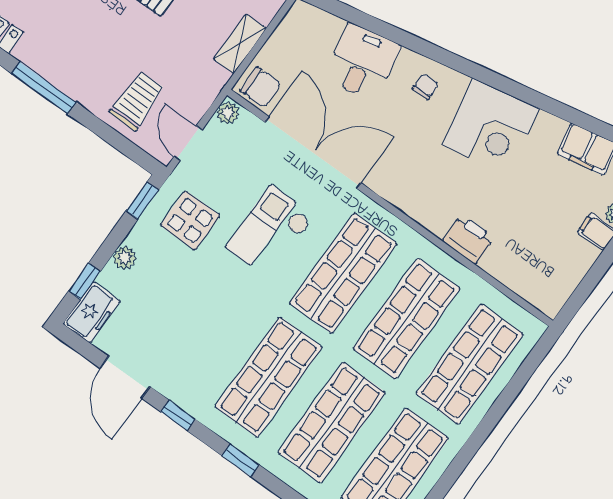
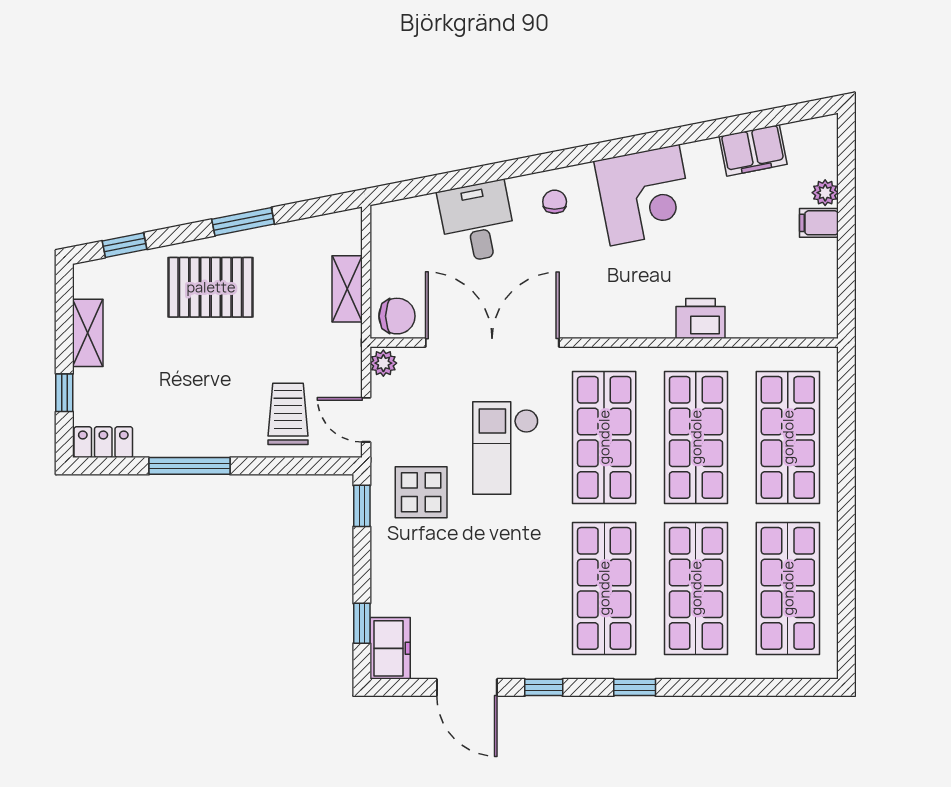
plant: (125, 258) -> (384, 573), removed

